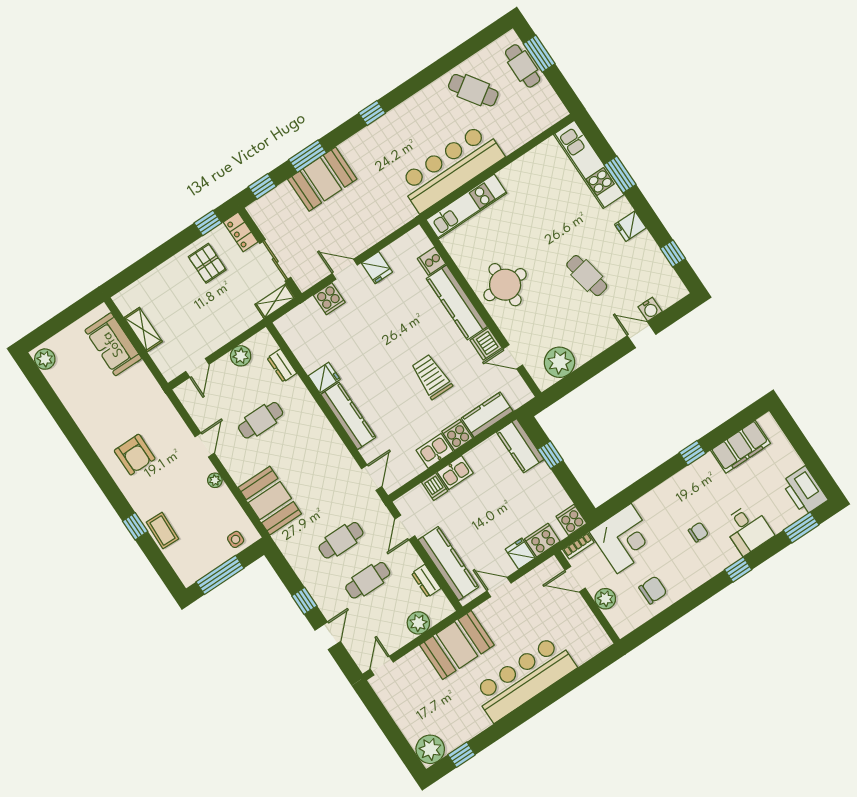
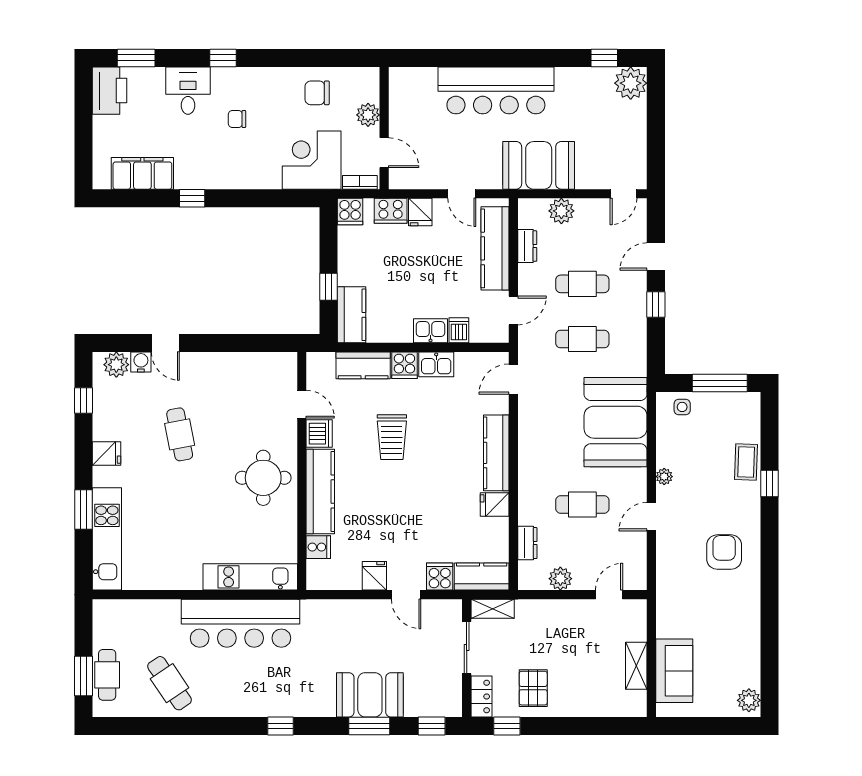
kitchen counter: (299, 319) -> (482, 577), added
plant: (559, 362) -> (116, 365), moved, width x0.73, depth x0.73
booth: (270, 501) -> (616, 422), width x1.36, depth x1.42

